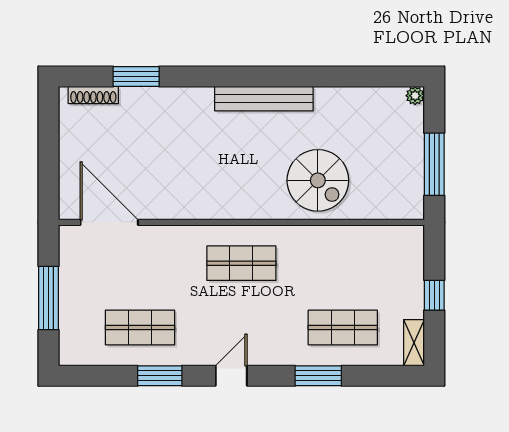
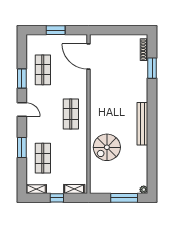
window: (434, 164) -> (124, 198), moved
door: (109, 222) -> (89, 56), swing flipped
shelving: (414, 255) -> (74, 189), added
window: (49, 298) -> (56, 30), width x0.69

